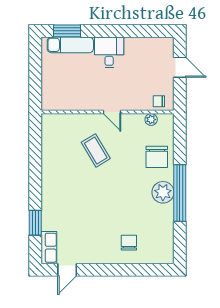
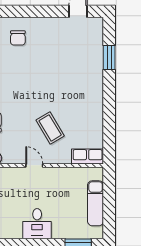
exam couch: (70, 45) -> (96, 203), moved, turned -90
row of seats: (49, 248) -> (88, 156), moved, turned 90

